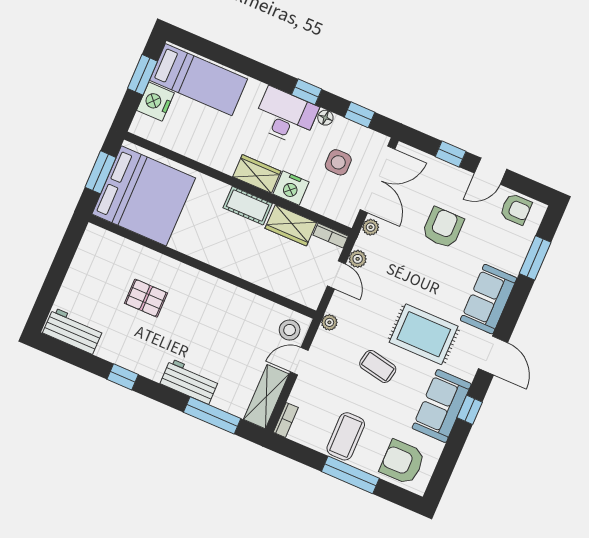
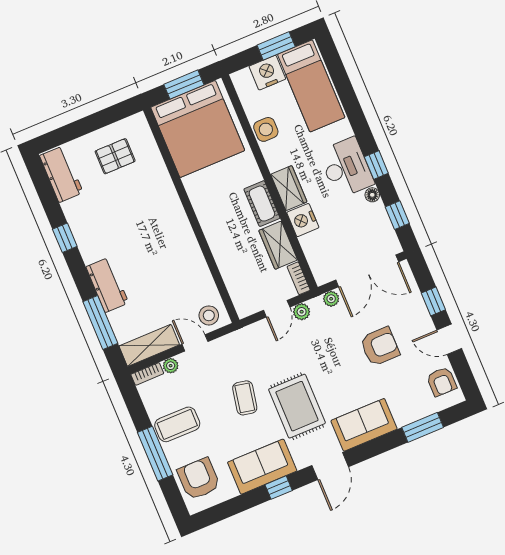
side table: (338, 162) -> (266, 129), moved
pallet: (146, 298) -> (115, 156), moved, turned 90
plant: (329, 322) -> (171, 366), moved

